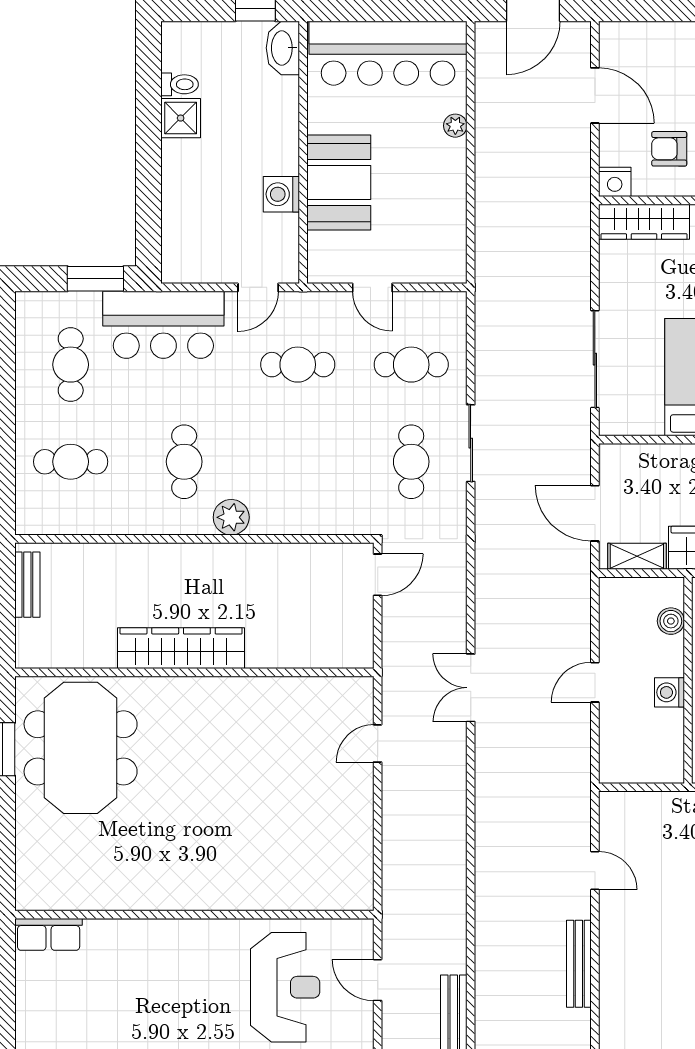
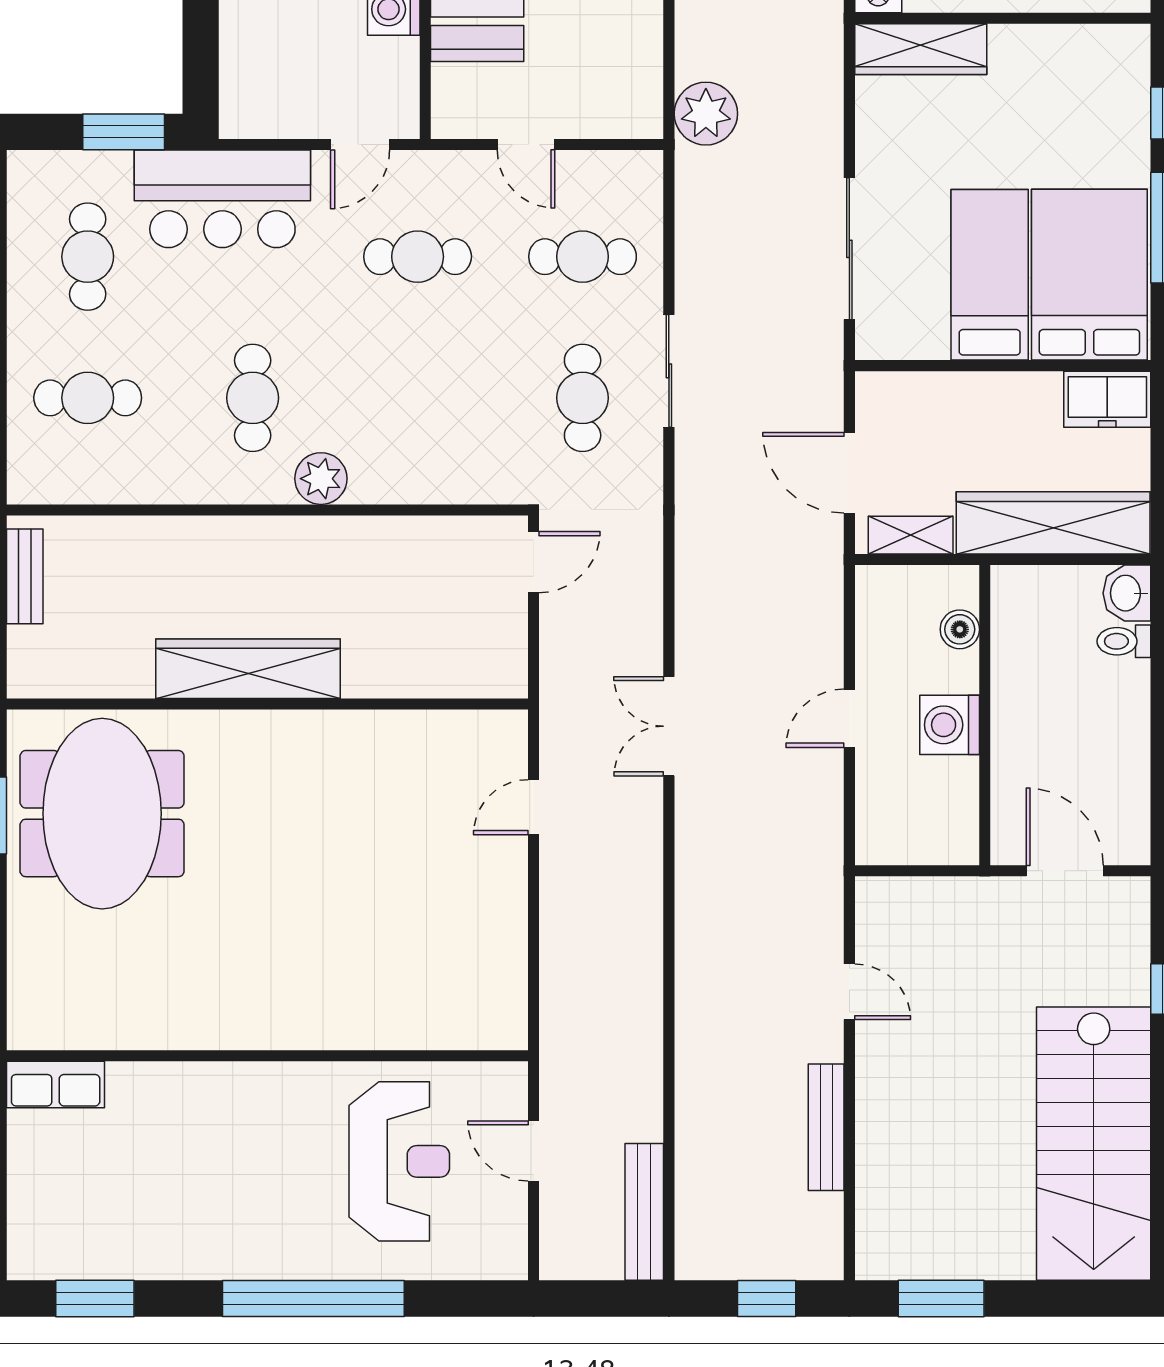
plant: (496, 266) -> (706, 114), added
washing machine: (669, 692) -> (950, 725), width x1.38, depth x1.38

